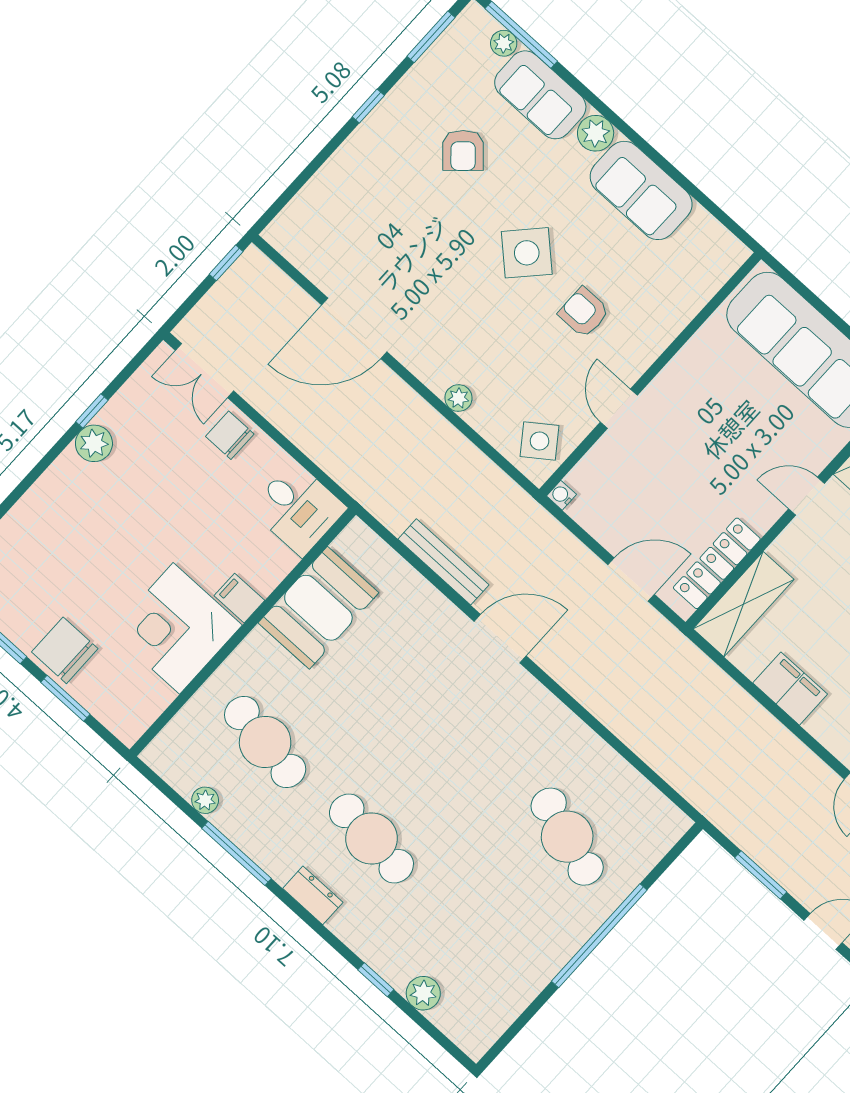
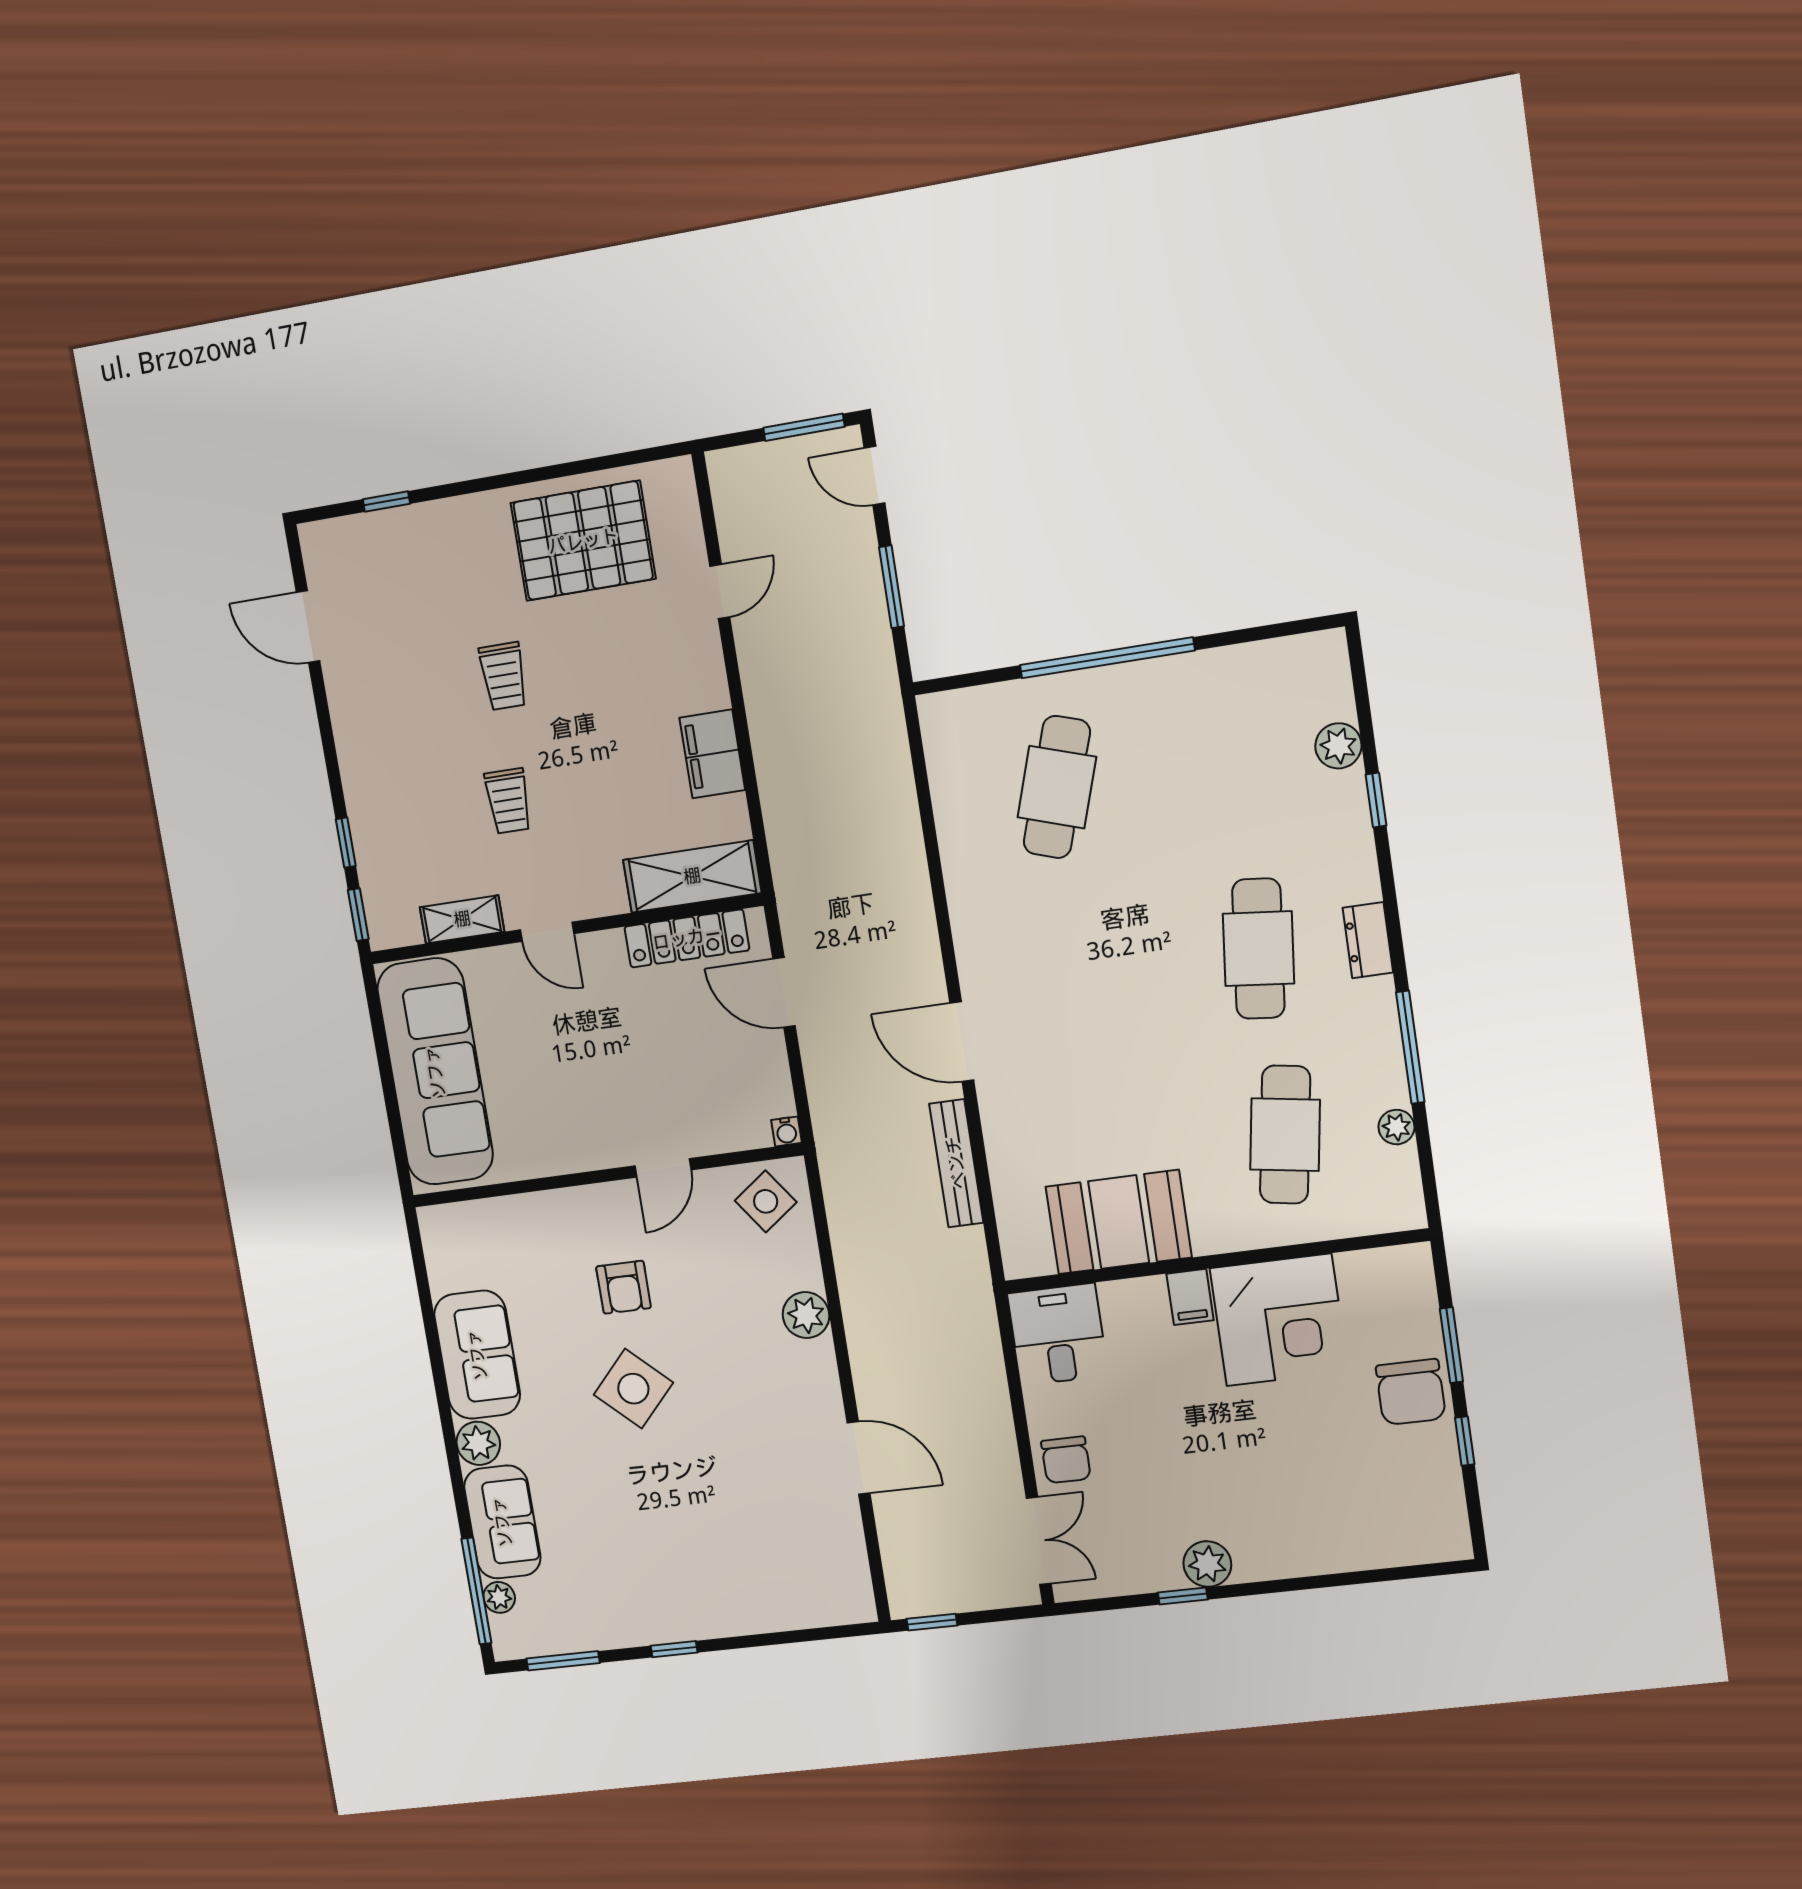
armchair: (463, 150) -> (617, 1533), removed
door: (354, 328) -> (859, 1458), width x0.73
plant: (458, 398) -> (806, 1315), width x1.38, depth x1.38

